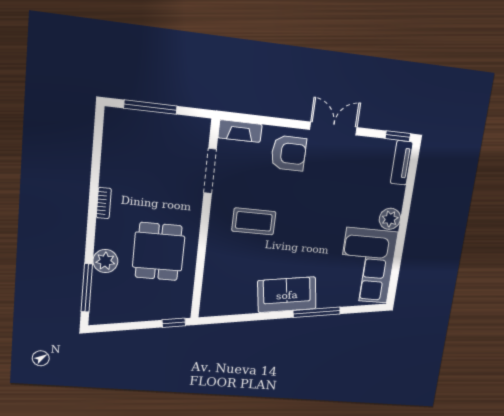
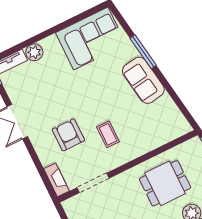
armchair: (289, 153) -> (68, 135), moved
plant: (390, 219) -> (34, 52), moved
coffee table: (254, 221) -> (108, 134), width x0.73, depth x0.77

